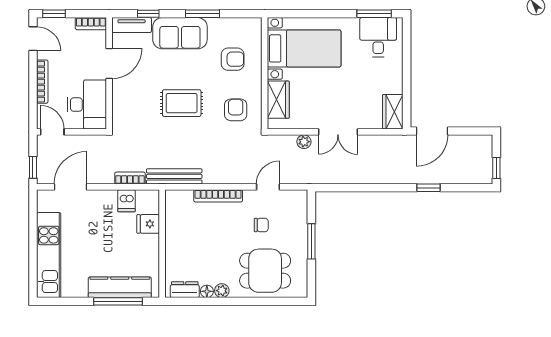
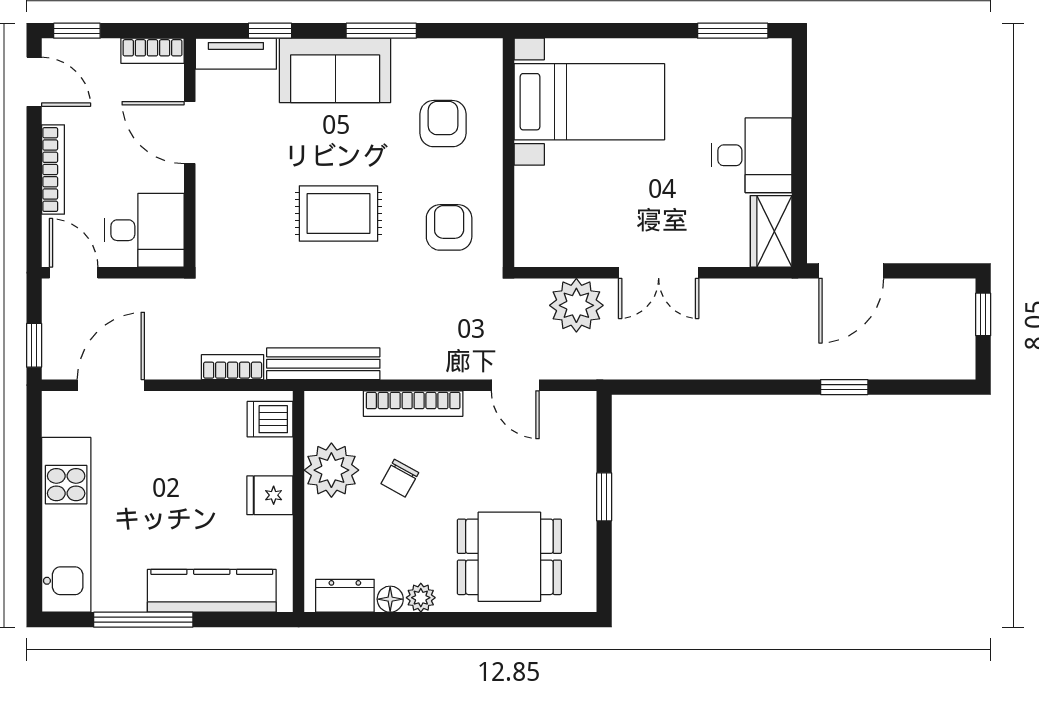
desk: (378, 37) -> (752, 155), moved, turned 90
armchair: (233, 59) -> (443, 124), turned -90
door: (109, 64) -> (190, 133), swing flipped
wardrobe: (278, 100) -> (536, 207), removed
desk: (87, 105) -> (144, 230), width x0.73
plant: (304, 142) -> (576, 305), width x1.88, depth x1.88
window: (496, 168) -> (983, 314), moved
door: (268, 187) -> (515, 385), swing flipped
dishwasher: (127, 201) -> (270, 419), moved, turned 90
fridge: (148, 224) -> (270, 495), moved
chair: (261, 225) -> (400, 478), moved, turned 119
plant: (178, 228) -> (331, 470), added
window: (311, 241) -> (604, 497), width x0.67
window: (118, 301) -> (143, 620), moved

